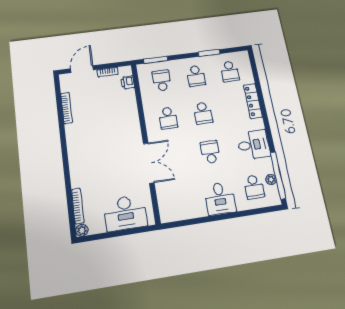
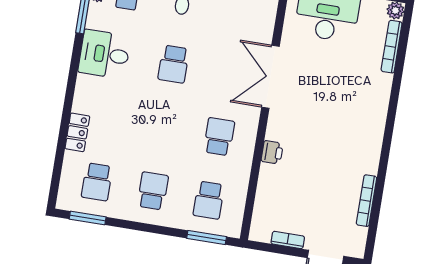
window: (209, 53) -> (88, 218), moved
school desk: (230, 71) -> (97, 182), turned 180
printer: (128, 82) -> (272, 152), moved
locker: (253, 101) -> (77, 132), width x0.66
school desk: (203, 113) -> (163, 128), removed

